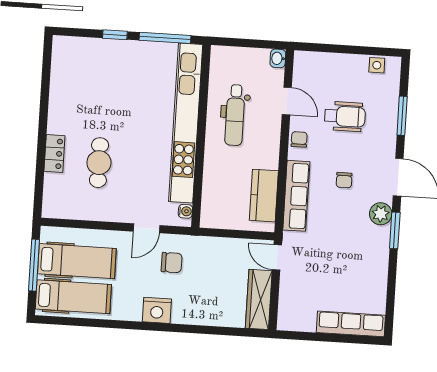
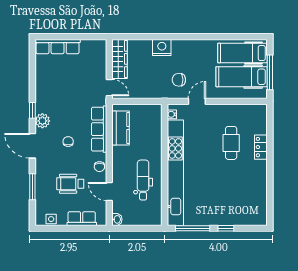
row of seats: (331, 63) -> (82, 219), added
window: (395, 230) -> (32, 110), width x0.67
nightstand: (157, 310) -> (162, 48), moved

